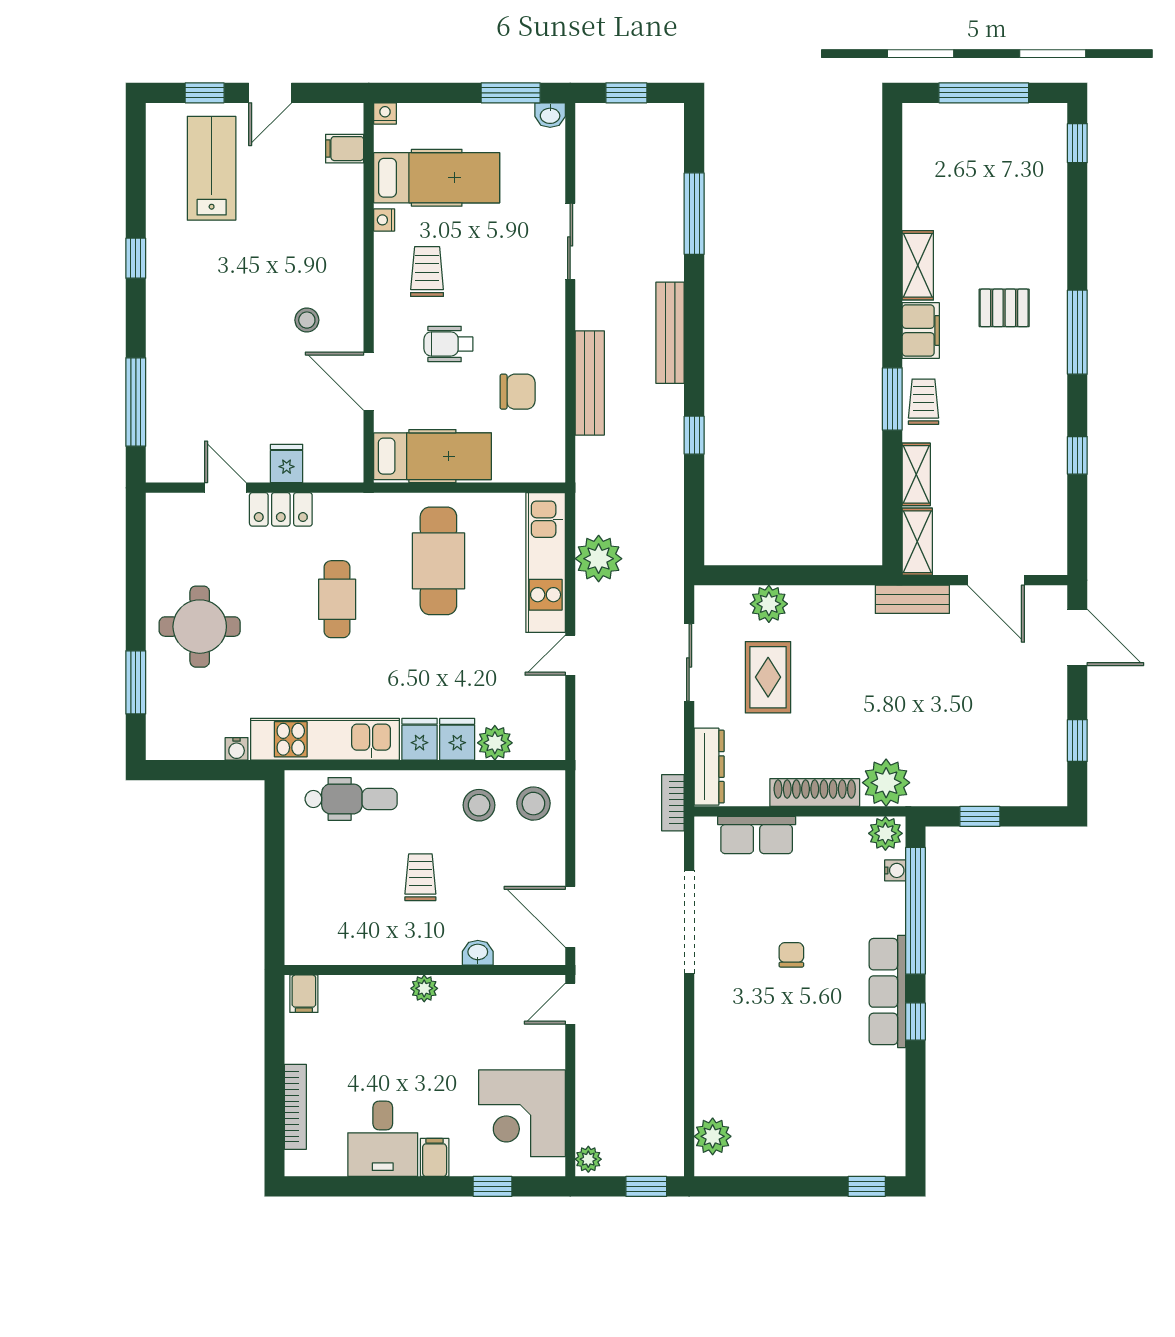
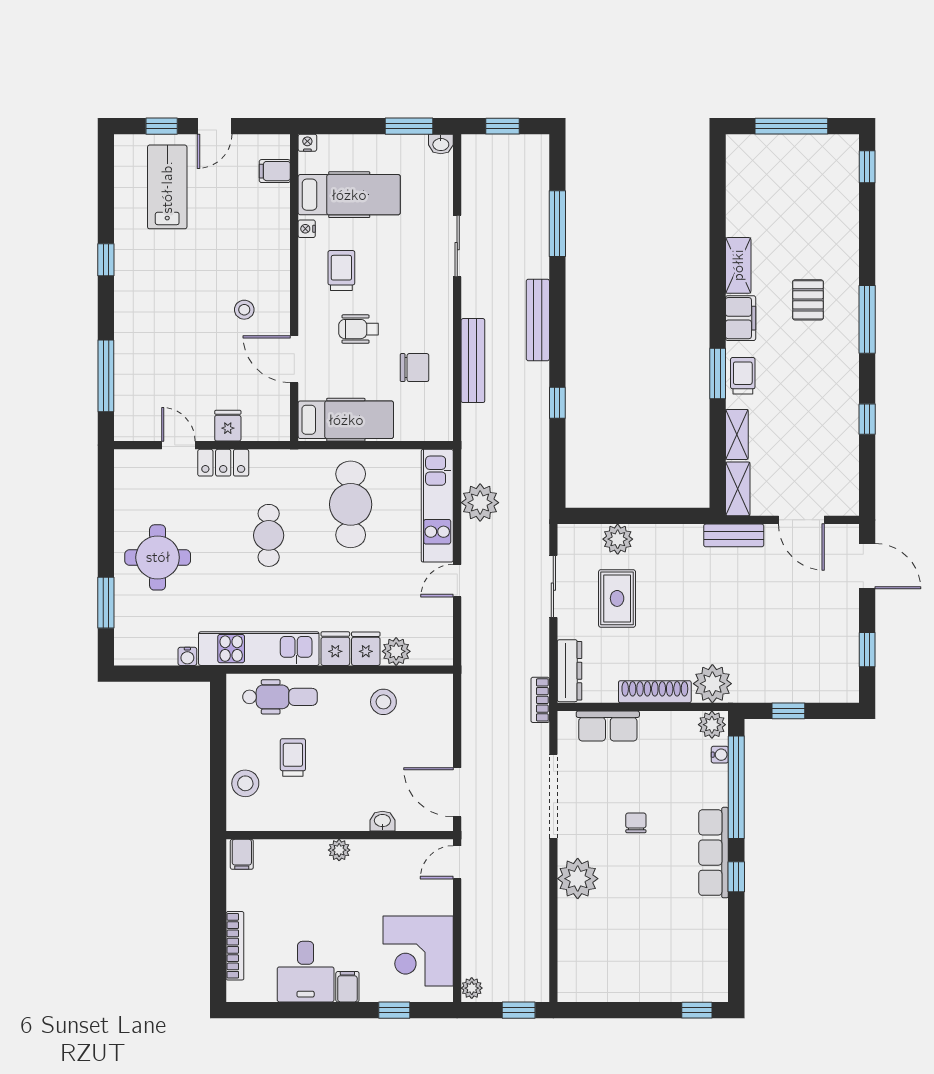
pallet: (1004, 308) -> (808, 300), turned 90
stool: (533, 804) -> (245, 783), moved
trolley: (420, 877) -> (293, 757), moved
plant: (713, 1136) -> (578, 879), moved, width x1.36, depth x1.36

